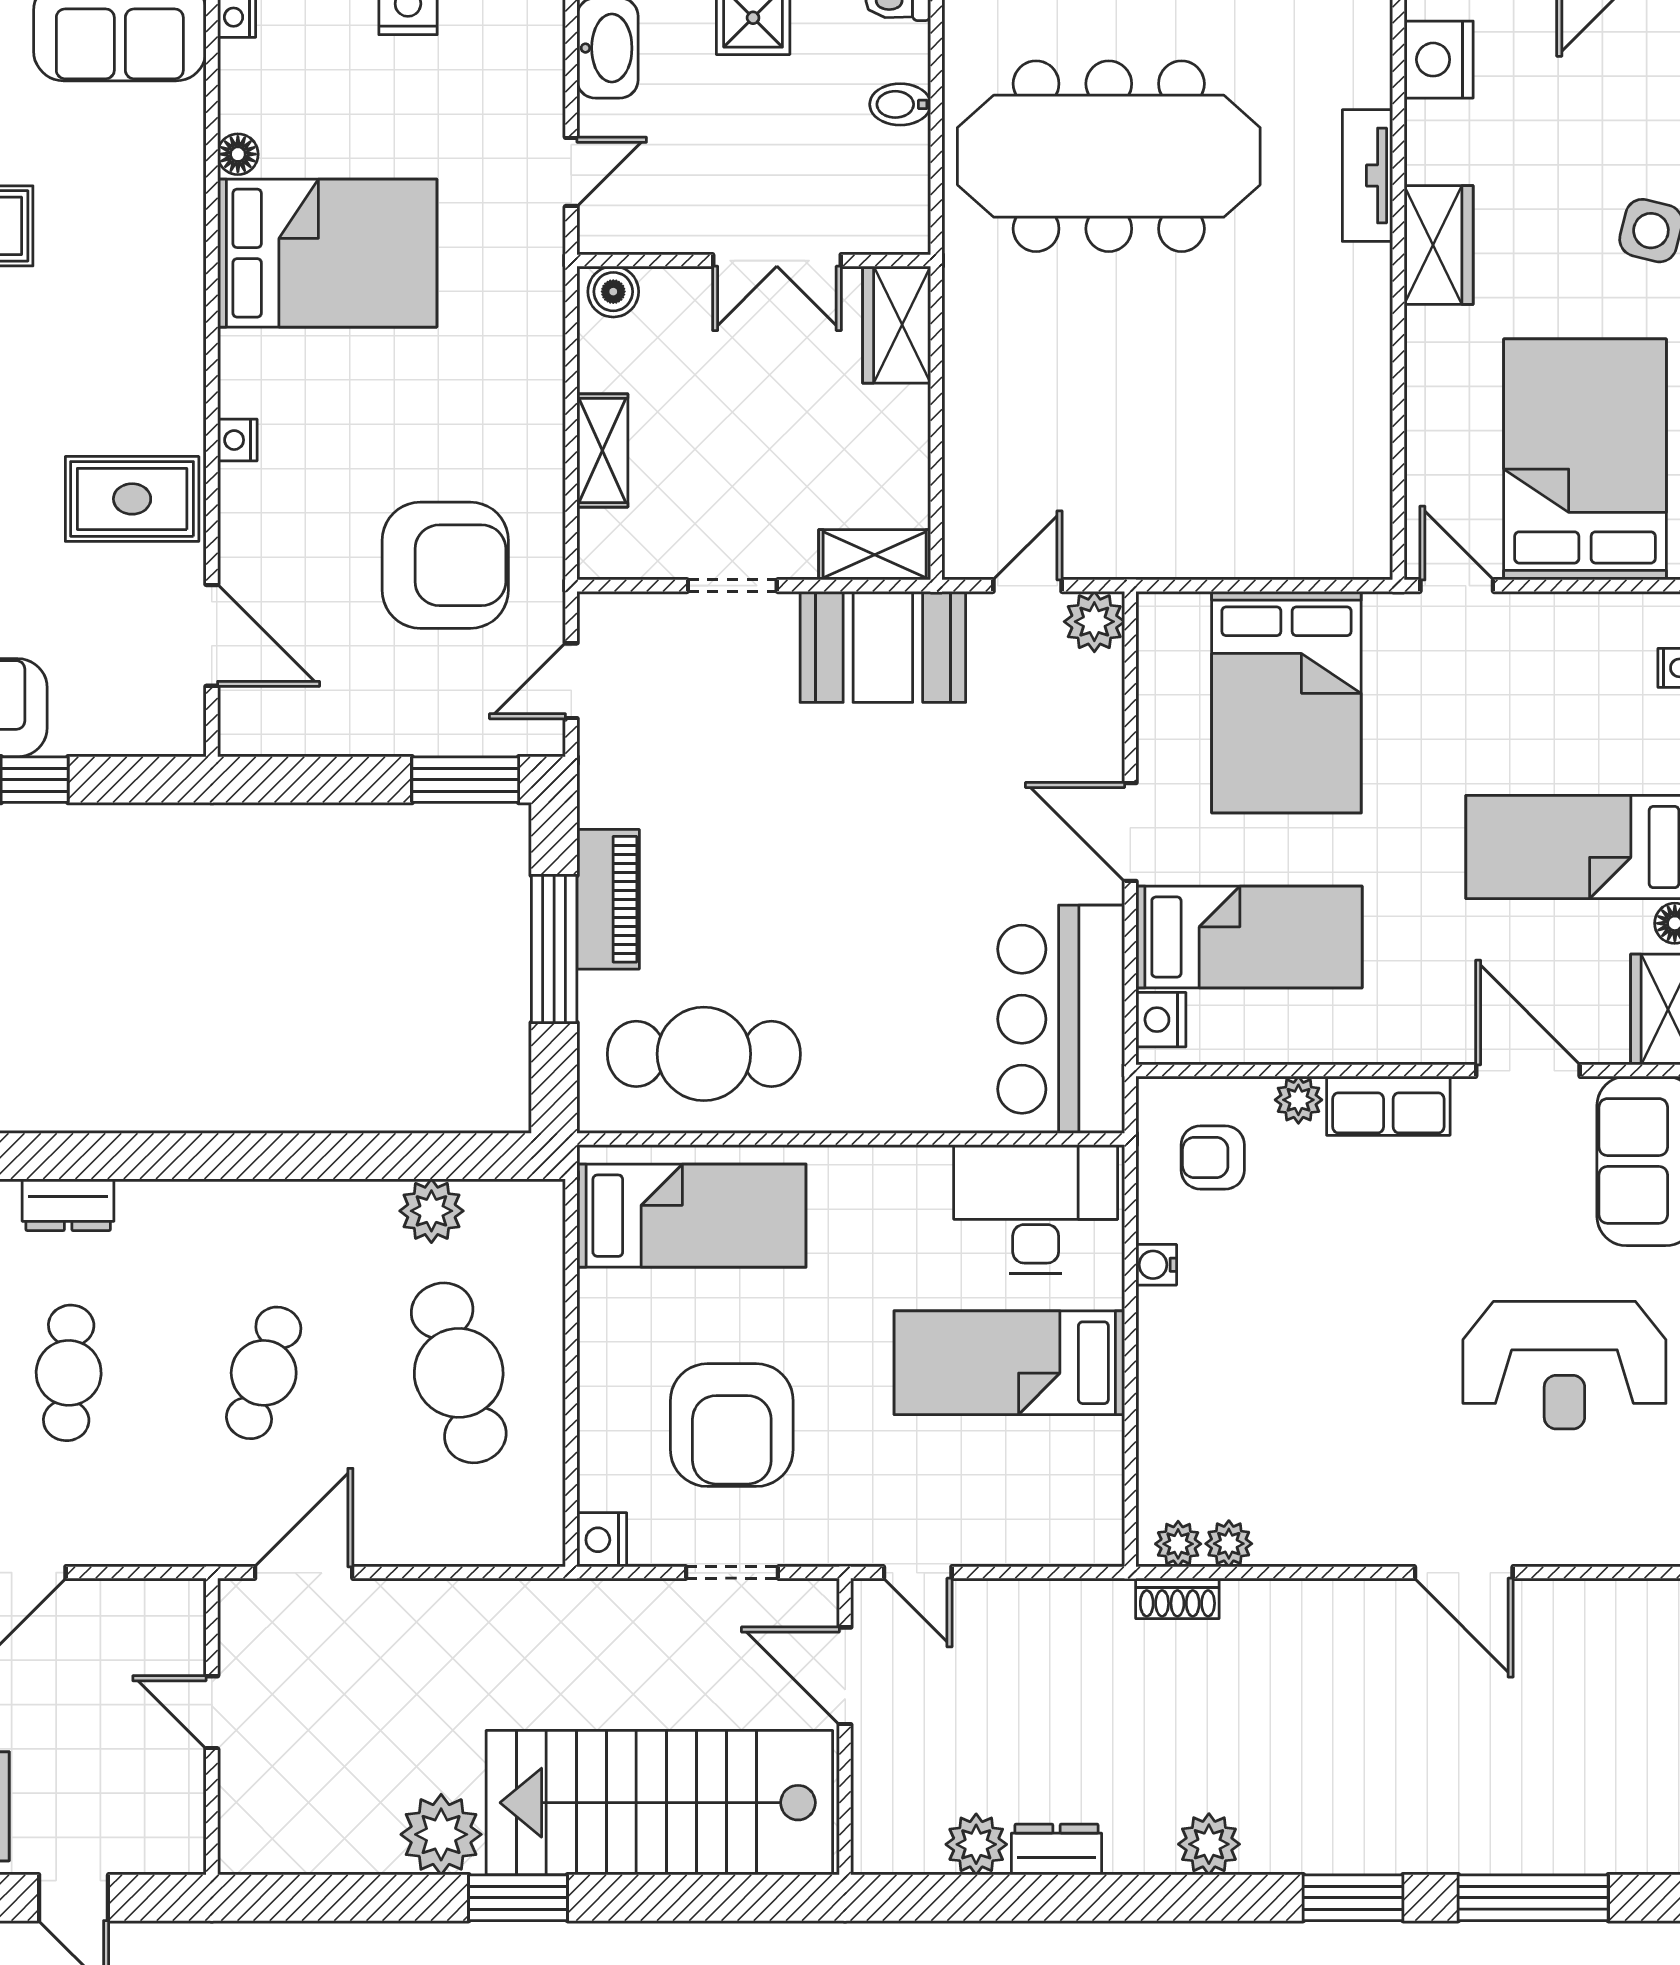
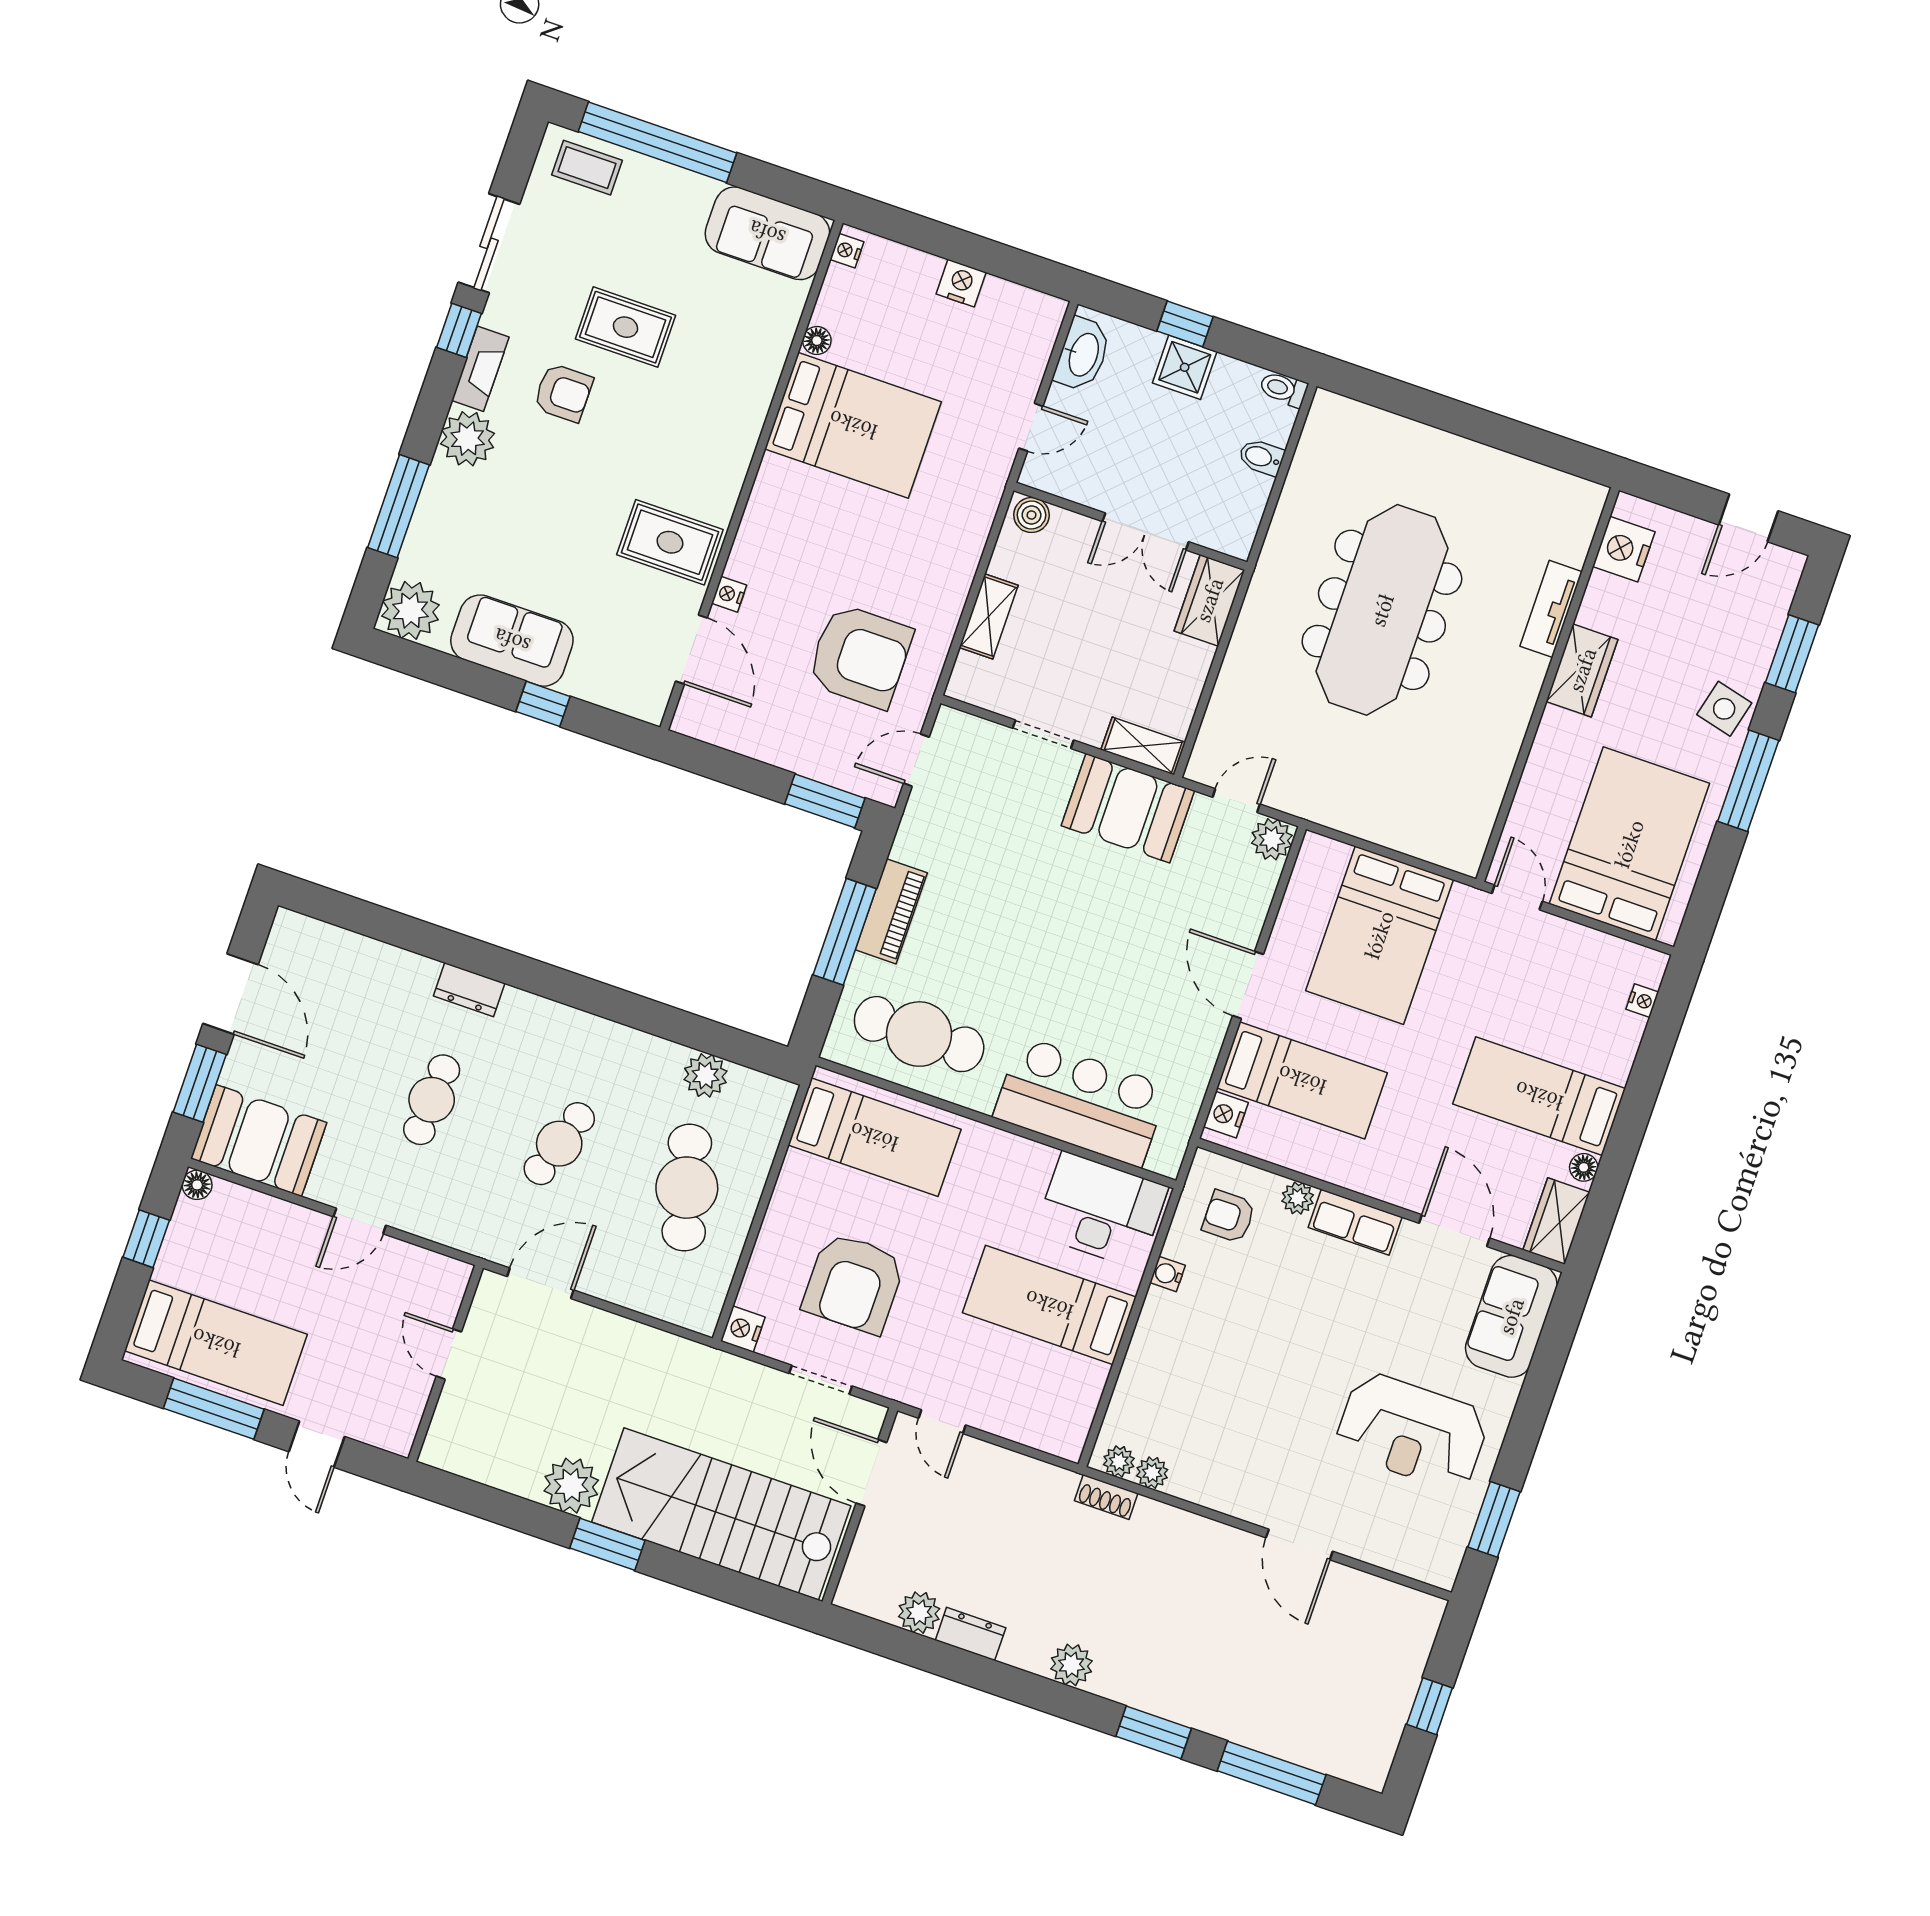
meeting table: (1109, 156) -> (1382, 610), moved, turned 90
nightstand: (237, 440) -> (729, 594), moved
bar counter: (1061, 1019) -> (1081, 1102), moved, turned 90

